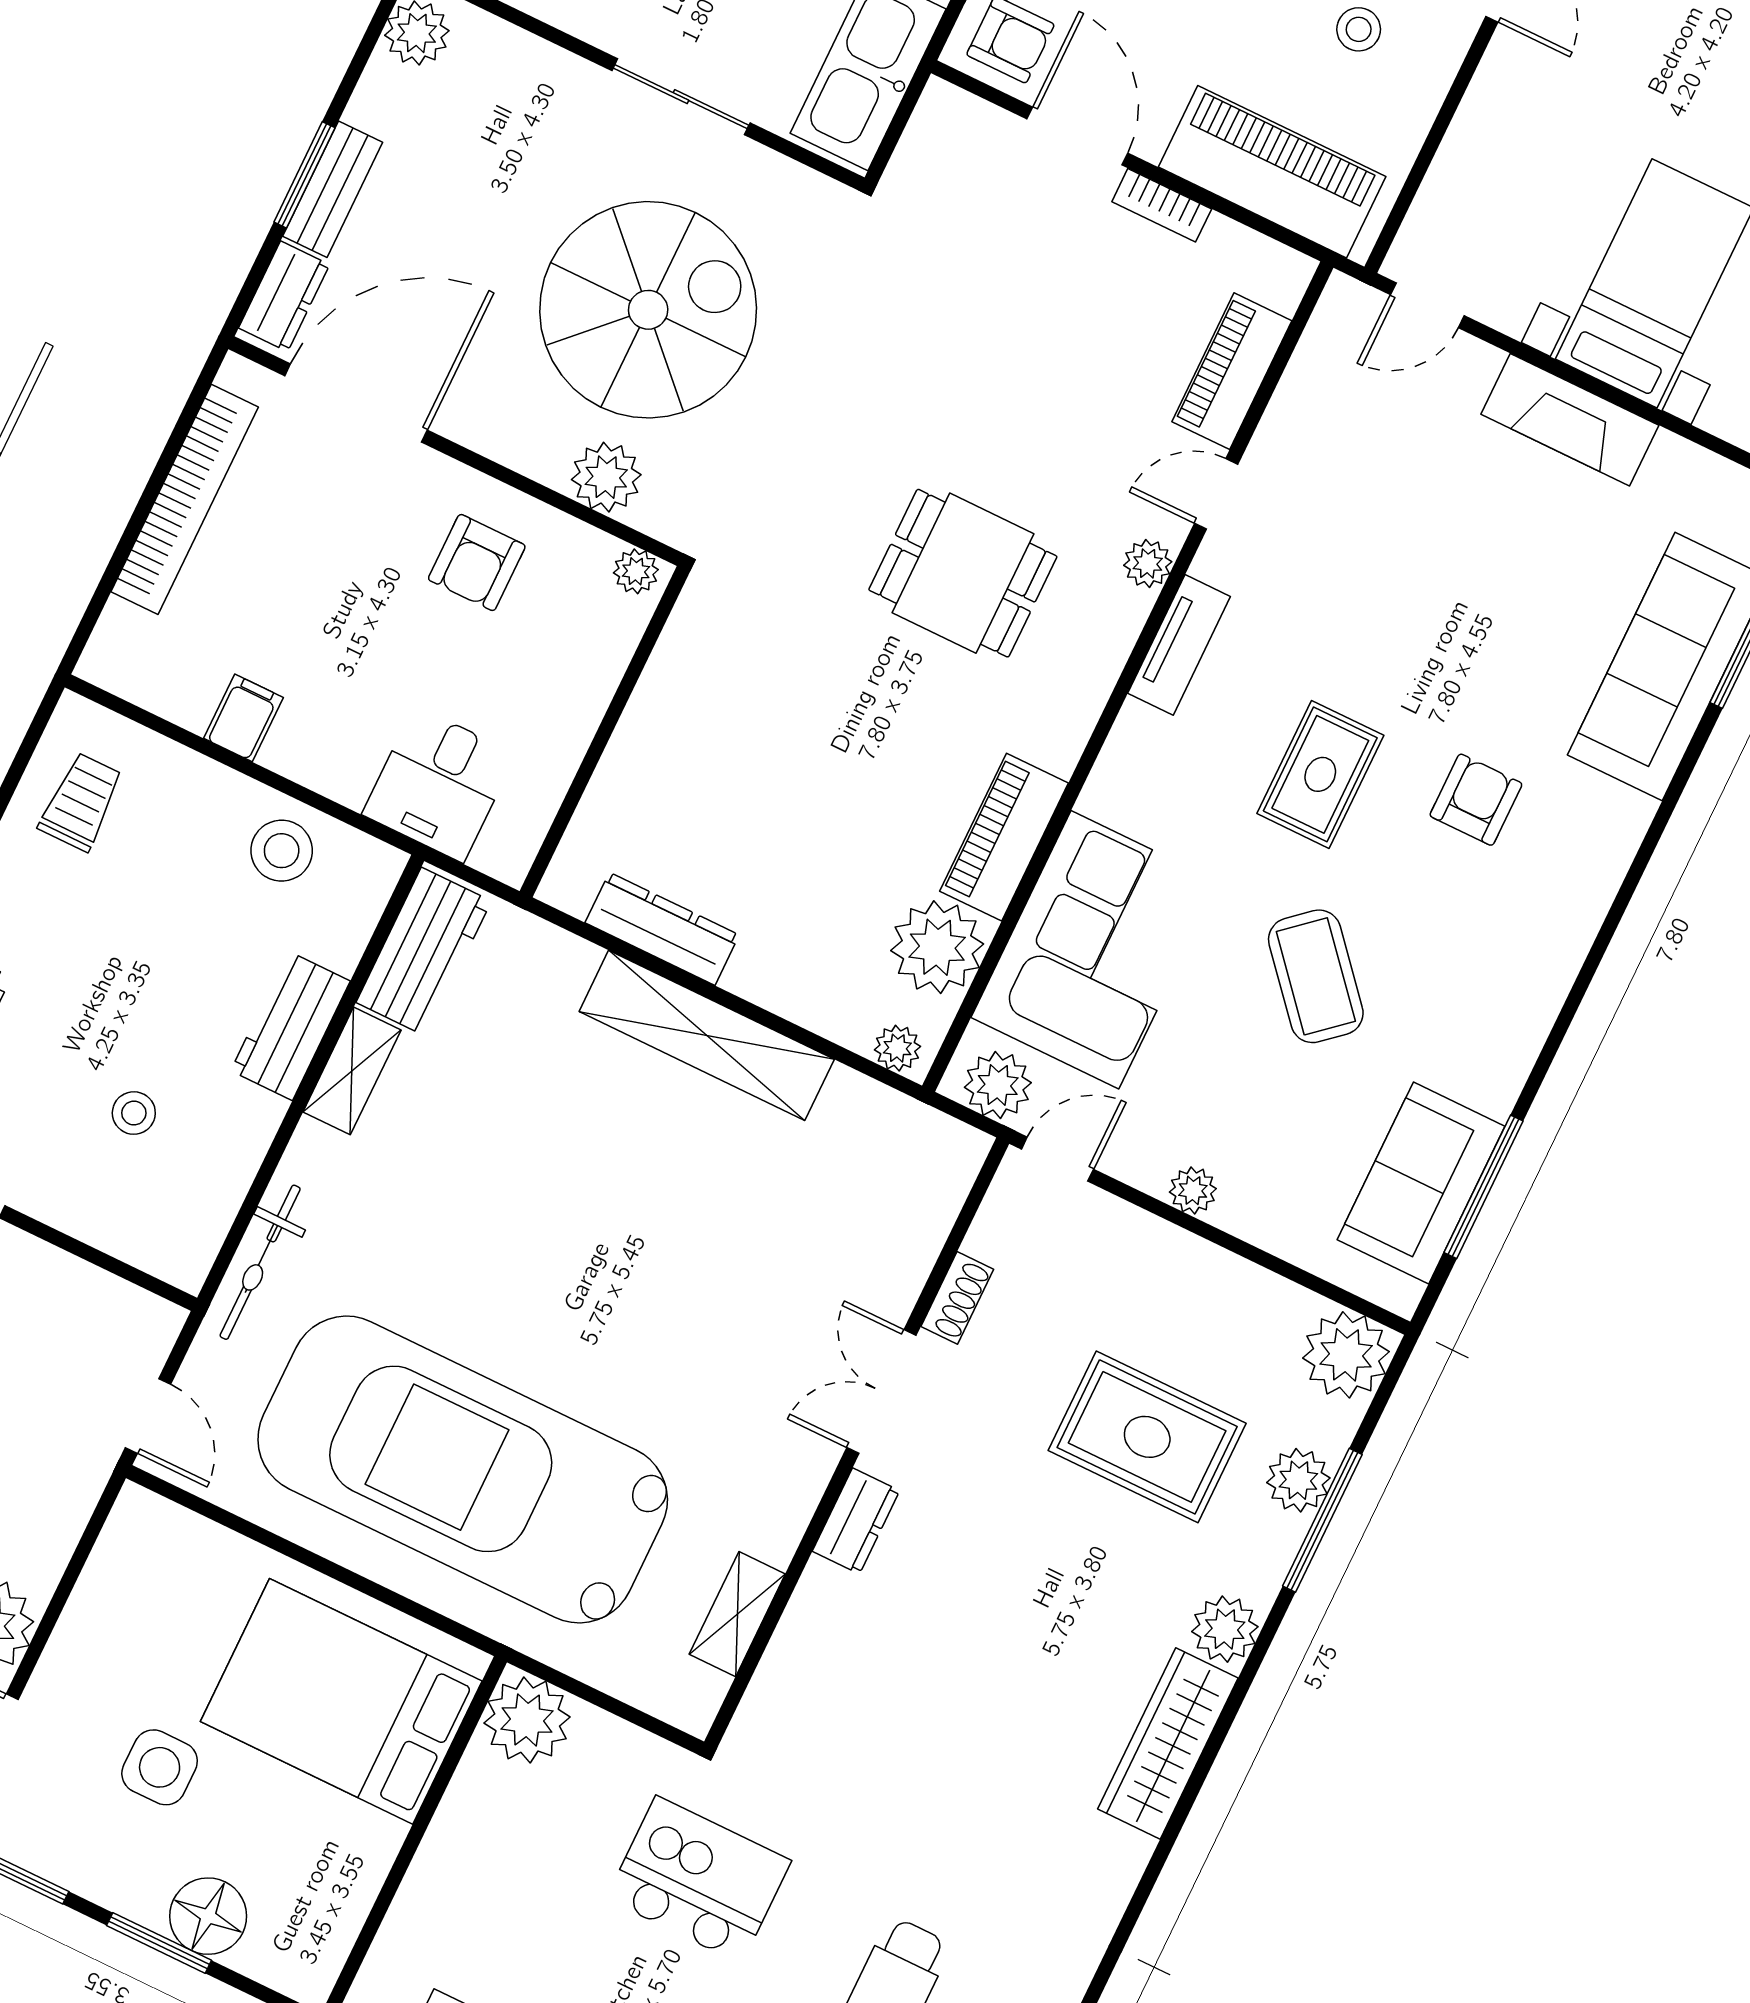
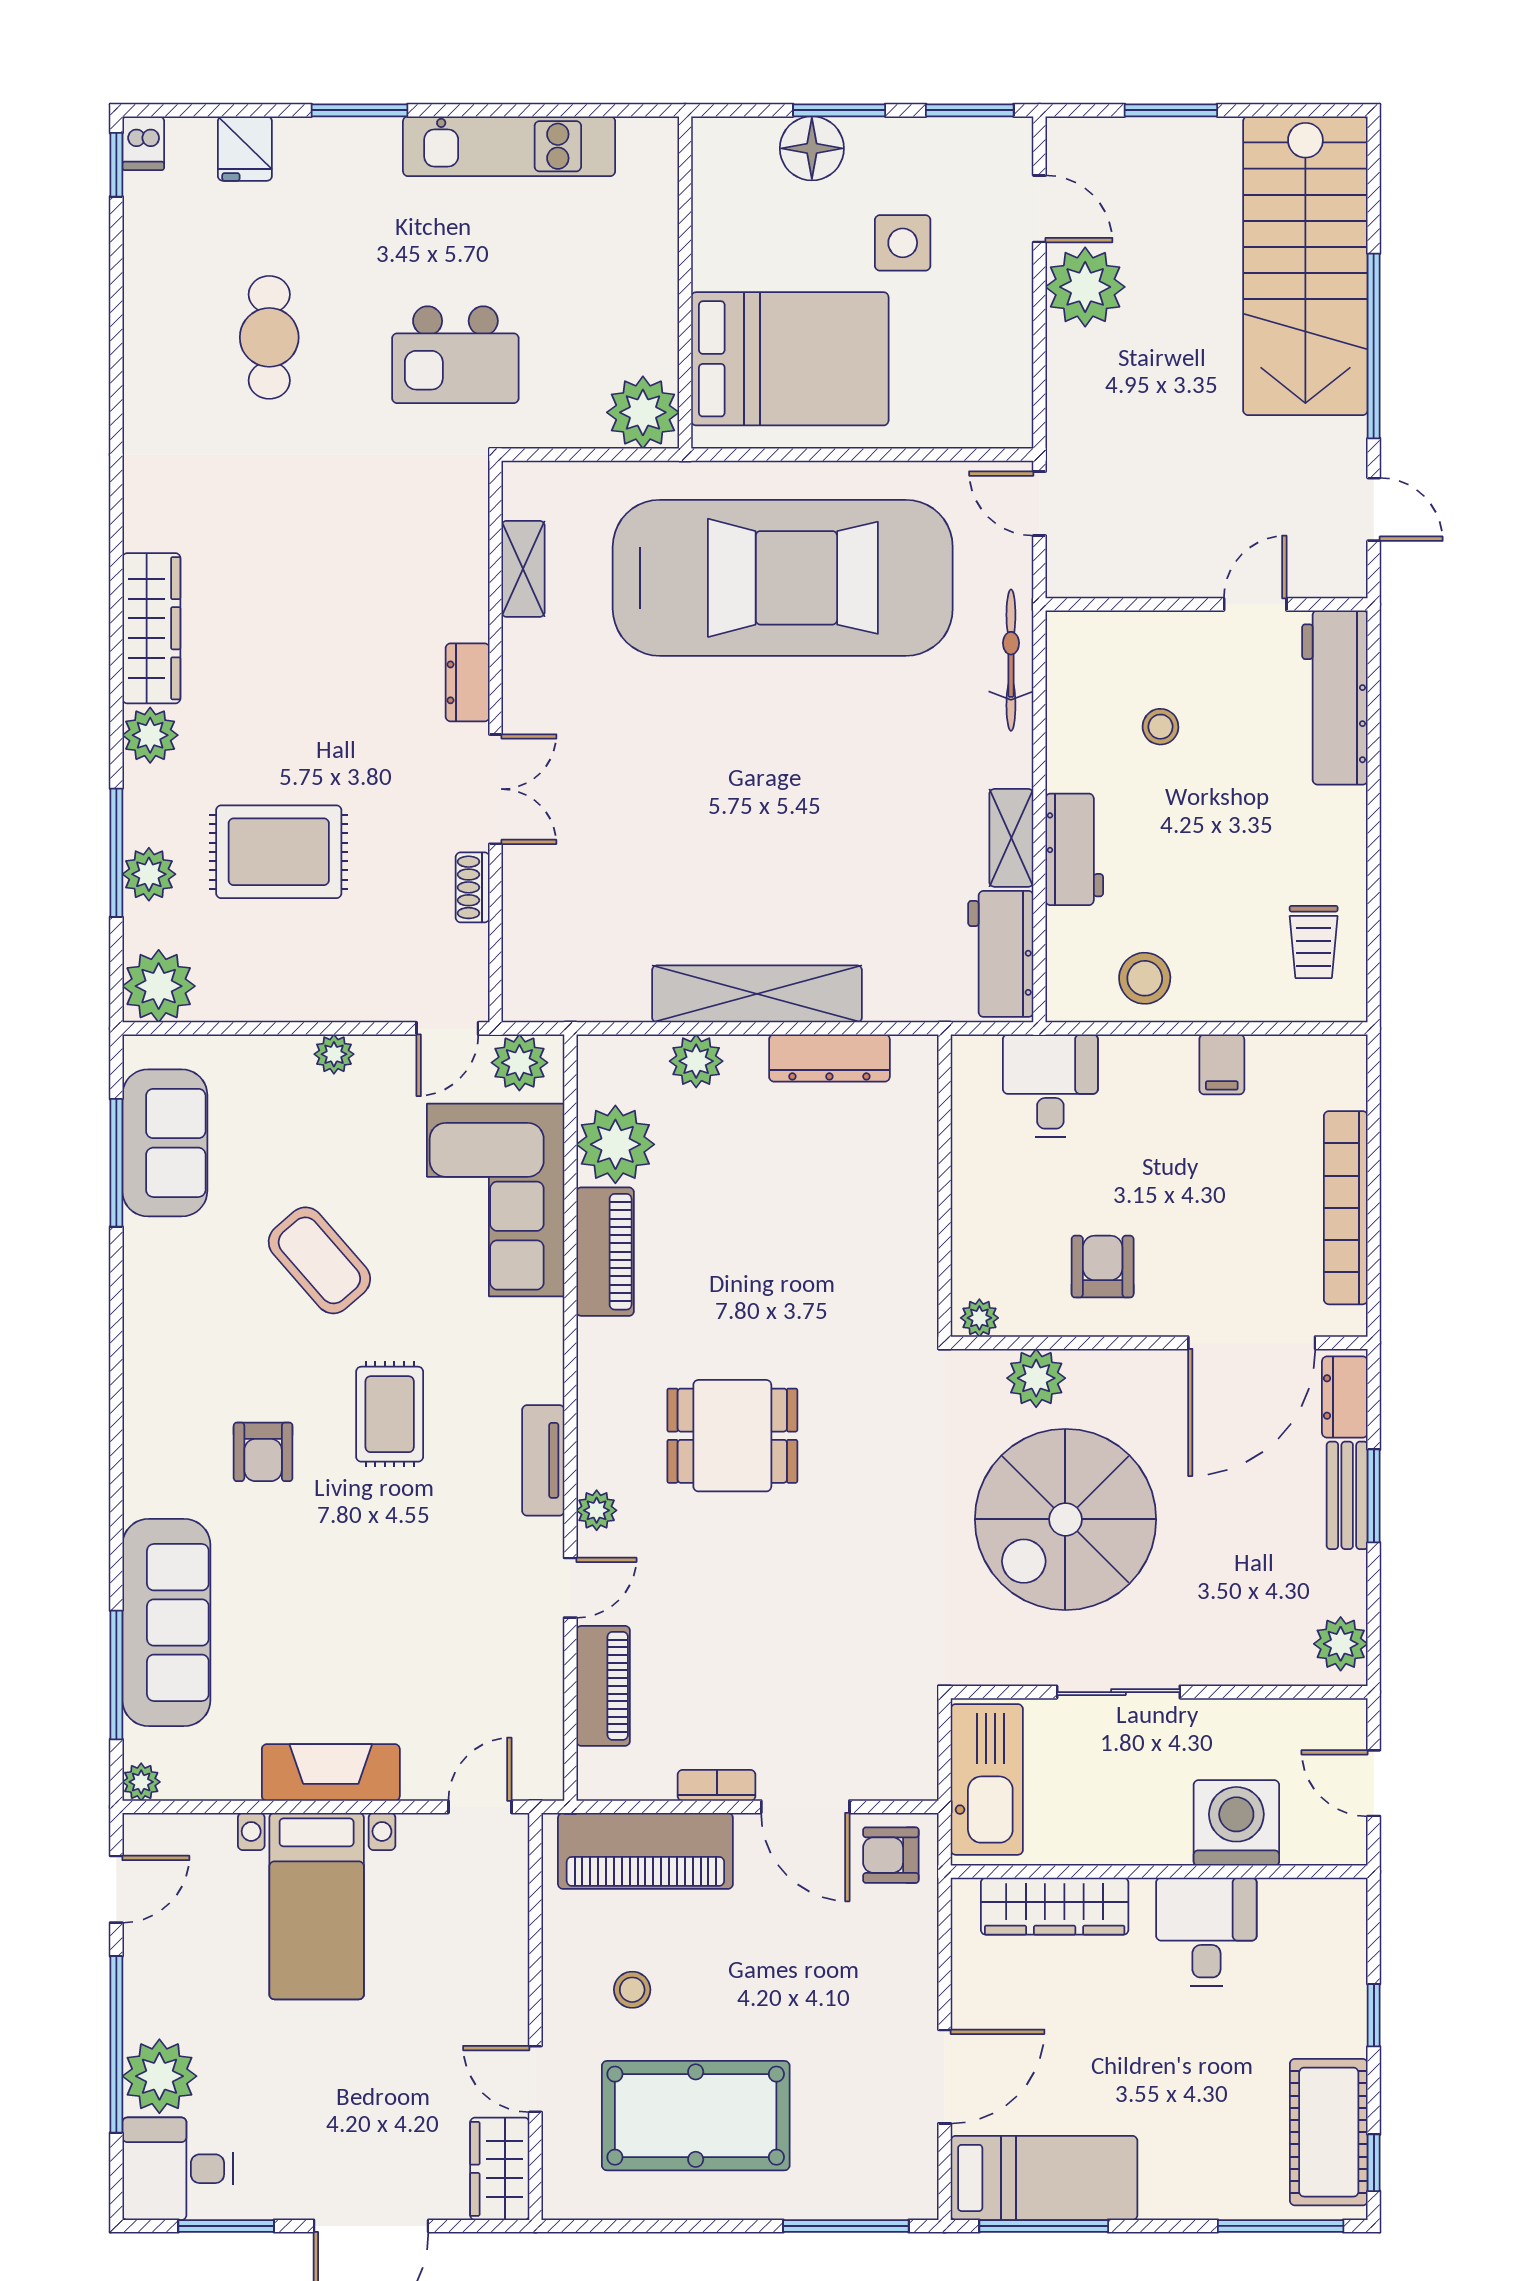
plant: (897, 1048) -> (696, 1061), moved, width x1.38, depth x1.38

